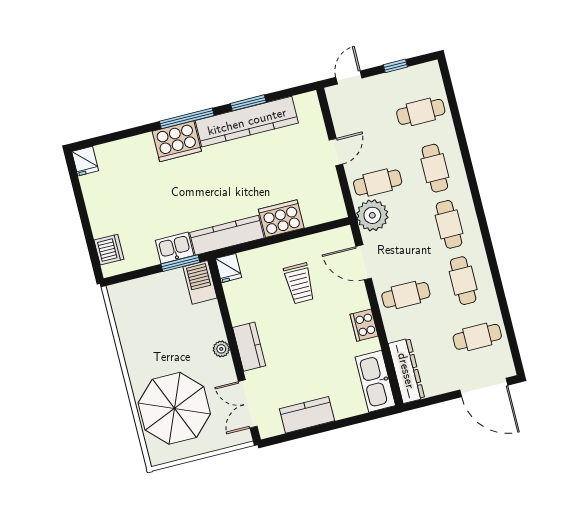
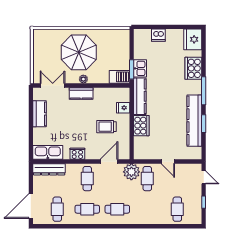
cooker: (177, 141) -> (193, 68), moved
fridge: (85, 161) -> (193, 39), width x1.88, depth x1.34
cafe table: (435, 168) -> (147, 209), removed
dishwasher: (109, 250) -> (158, 35), moved
fridge: (229, 268) -> (123, 108), moved
parasol: (174, 408) -> (79, 52), moved

